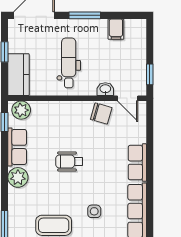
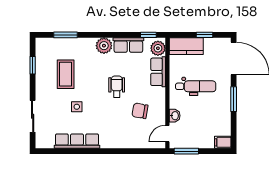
filing cabinet: (116, 29) -> (223, 142), moved
window: (150, 74) -> (186, 151), width x1.50
chair: (101, 113) -> (140, 111), moved, turned 84
row of seats: (137, 163) -> (158, 72), moved, turned -90

